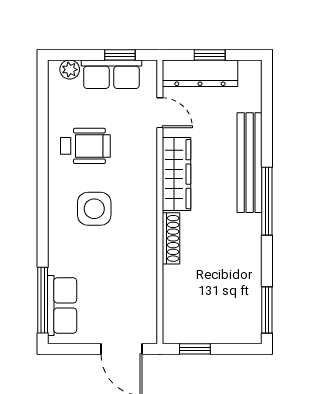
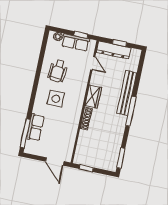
wheelchair: (85, 146) -> (58, 71), turned 95
wardrobe: (176, 174) -> (93, 97), width x0.67
row of seats: (62, 305) -> (35, 127), moved

